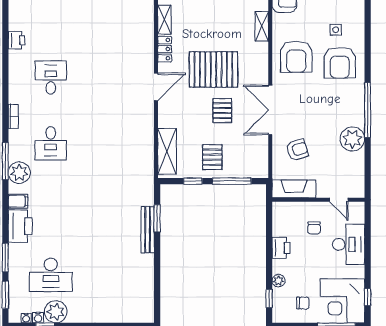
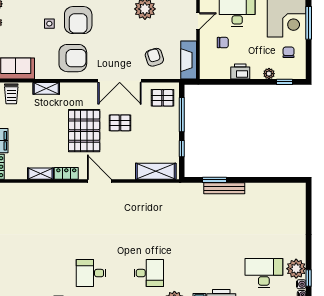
armchair: (340, 63) -> (78, 20), turned 90
pallet: (212, 157) -> (163, 98), moved
desk: (51, 275) -> (264, 273), turned -90

